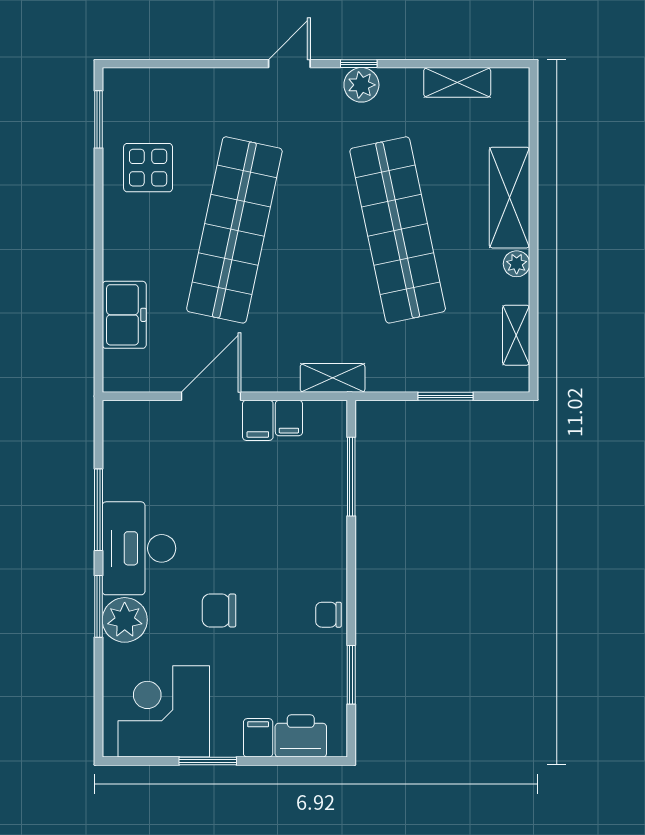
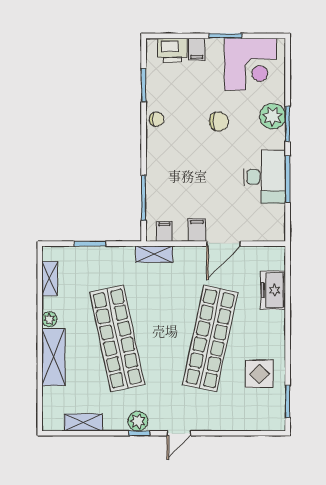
filing cabinet: (289, 418) -> (164, 231), moved
desk: (139, 548) -> (265, 177), moved

